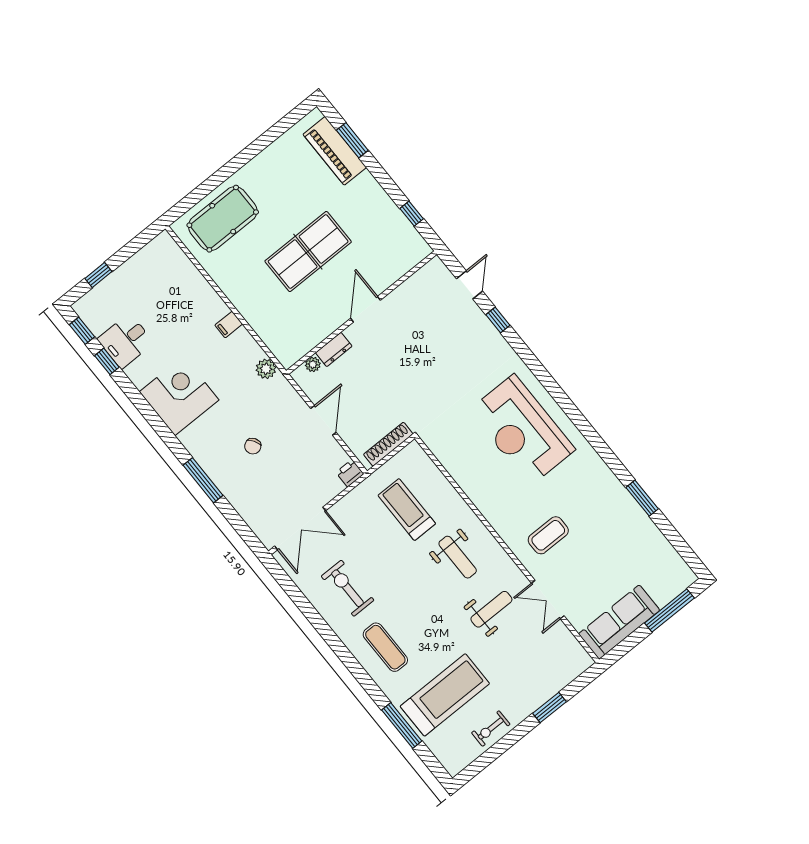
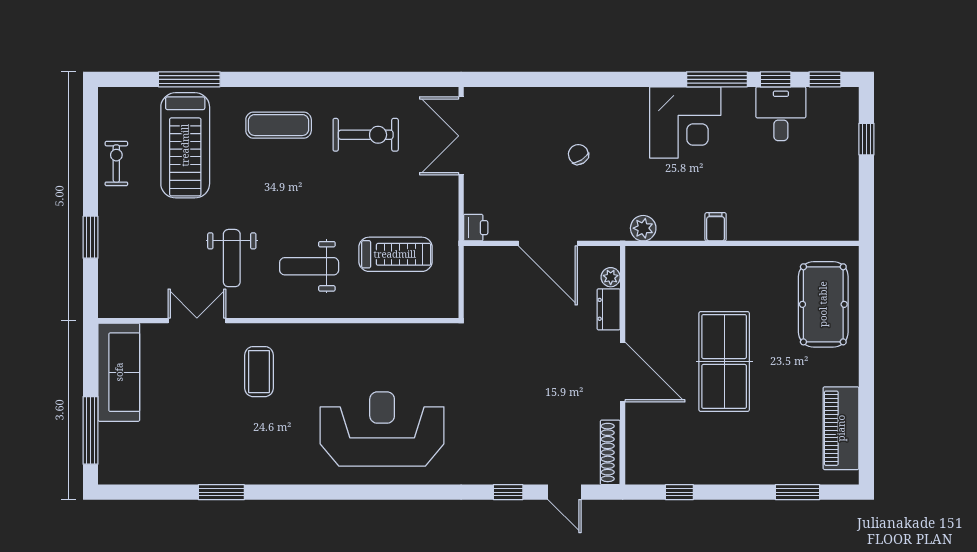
piano: (335, 151) -> (841, 428), moved, turned -90
door: (366, 309) -> (623, 372), width x1.36
door: (323, 420) -> (548, 243), width x1.36
shoe rack: (388, 444) -> (610, 452), moved, turned 180
window: (203, 480) -> (717, 79), moved

